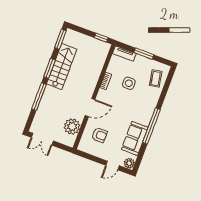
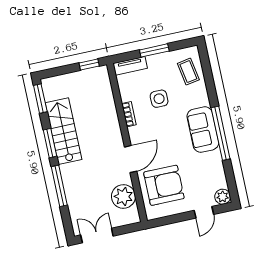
armchair: (100, 135) -> (164, 185), width x1.88, depth x1.88
sofa: (135, 138) -> (203, 130), moved
double door: (42, 139) -> (97, 235), swing flipped

